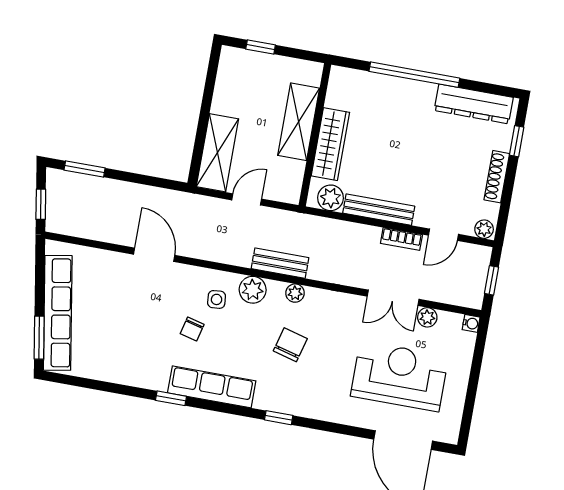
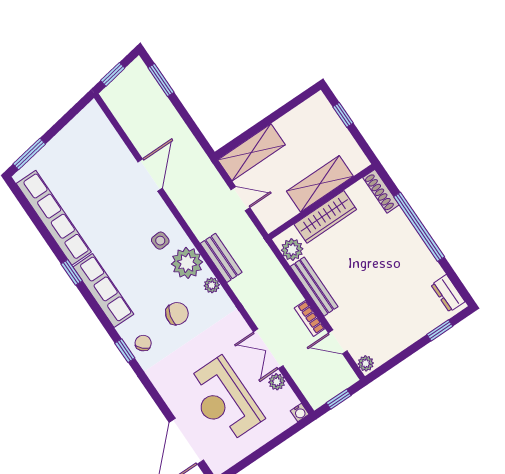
dresser: (474, 104) -> (448, 293), width x0.51, depth x0.80
shoe rack: (497, 177) -> (381, 191), moved, turned -90
plant: (253, 290) -> (187, 263), width x1.36, depth x1.36
row of seats: (58, 313) -> (54, 218), moved, turned -81
chair: (192, 329) -> (143, 343), moved, turned 120
reception desk: (399, 376) -> (224, 400), turned 180

